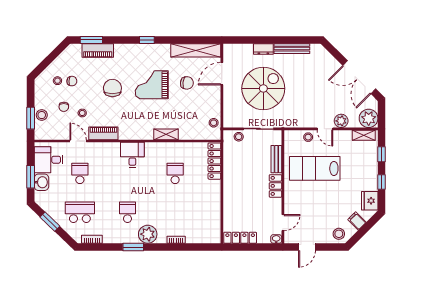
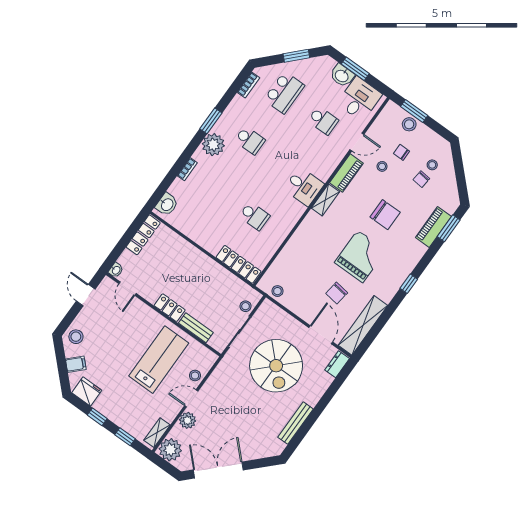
dresser: (263, 49) -> (337, 364), moved
shelving: (166, 134) -> (325, 200), moved
washbasin: (209, 237) -> (167, 204), added

